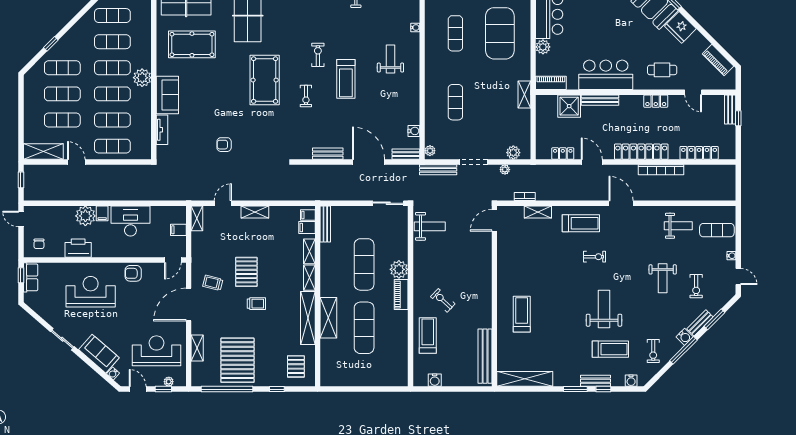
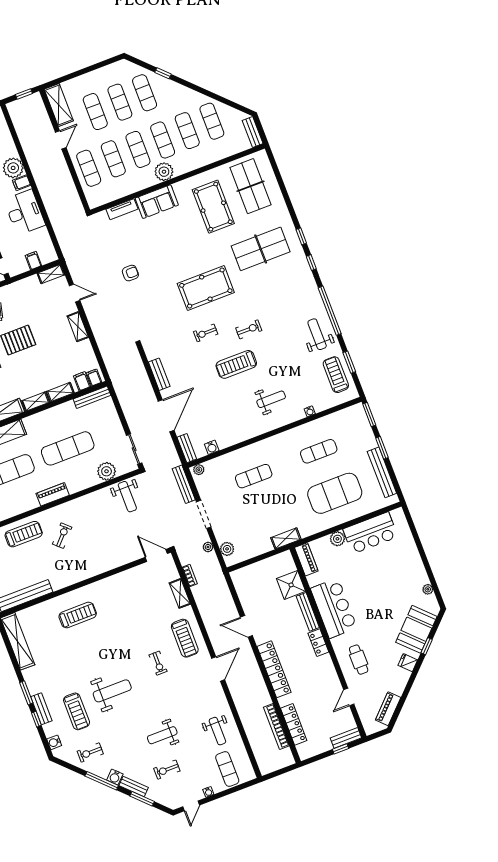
fridge: (680, 27) -> (408, 663), width x0.53, depth x0.75
locker: (656, 101) -> (318, 643), moved
armchair: (224, 145) -> (130, 273), turned 90
locker: (563, 154) -> (244, 596), removed
door: (592, 162) -> (246, 626), swing flipped
bookcase: (661, 170) -> (276, 727), moved
plant: (399, 269) -> (107, 471), moved

